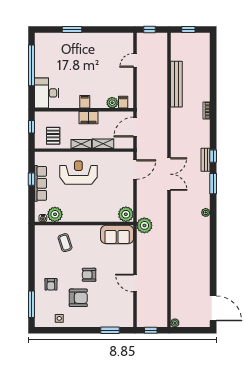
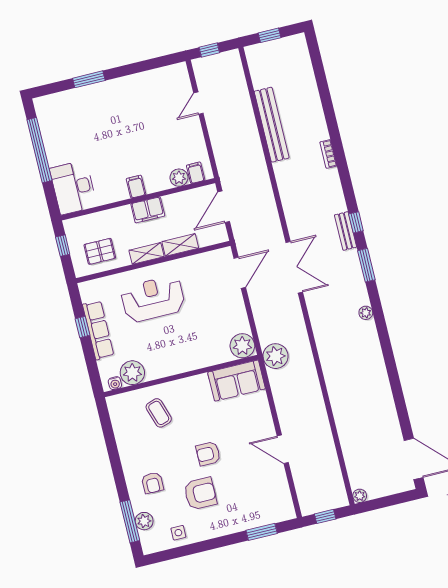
pallet: (53, 136) -> (100, 251), turned 90
plant: (40, 306) -> (144, 521), added

